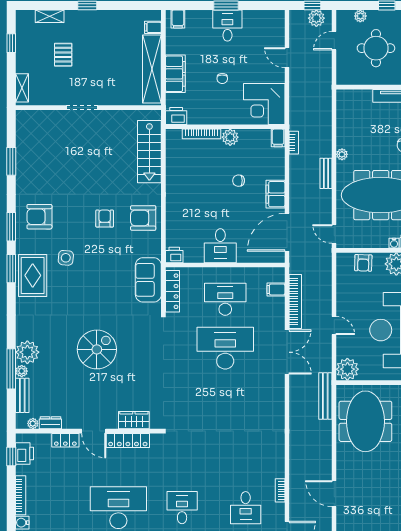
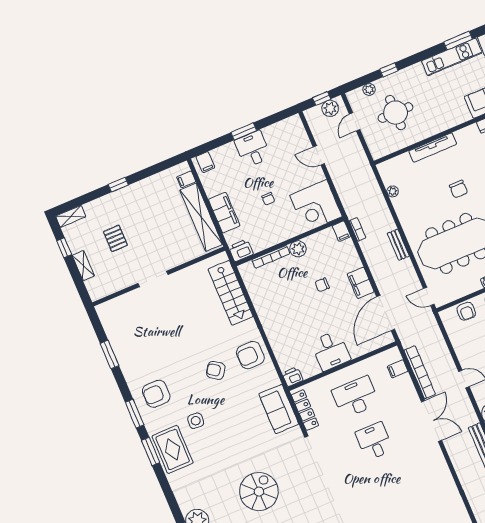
shelving: (50, 16) -> (71, 216), moved
shelving: (22, 88) -> (83, 266), moved
plant: (342, 154) -> (393, 191), moved
armchair: (105, 219) -> (216, 370), turned -55
desk: (225, 348) -> (374, 441), width x0.53, depth x0.77

